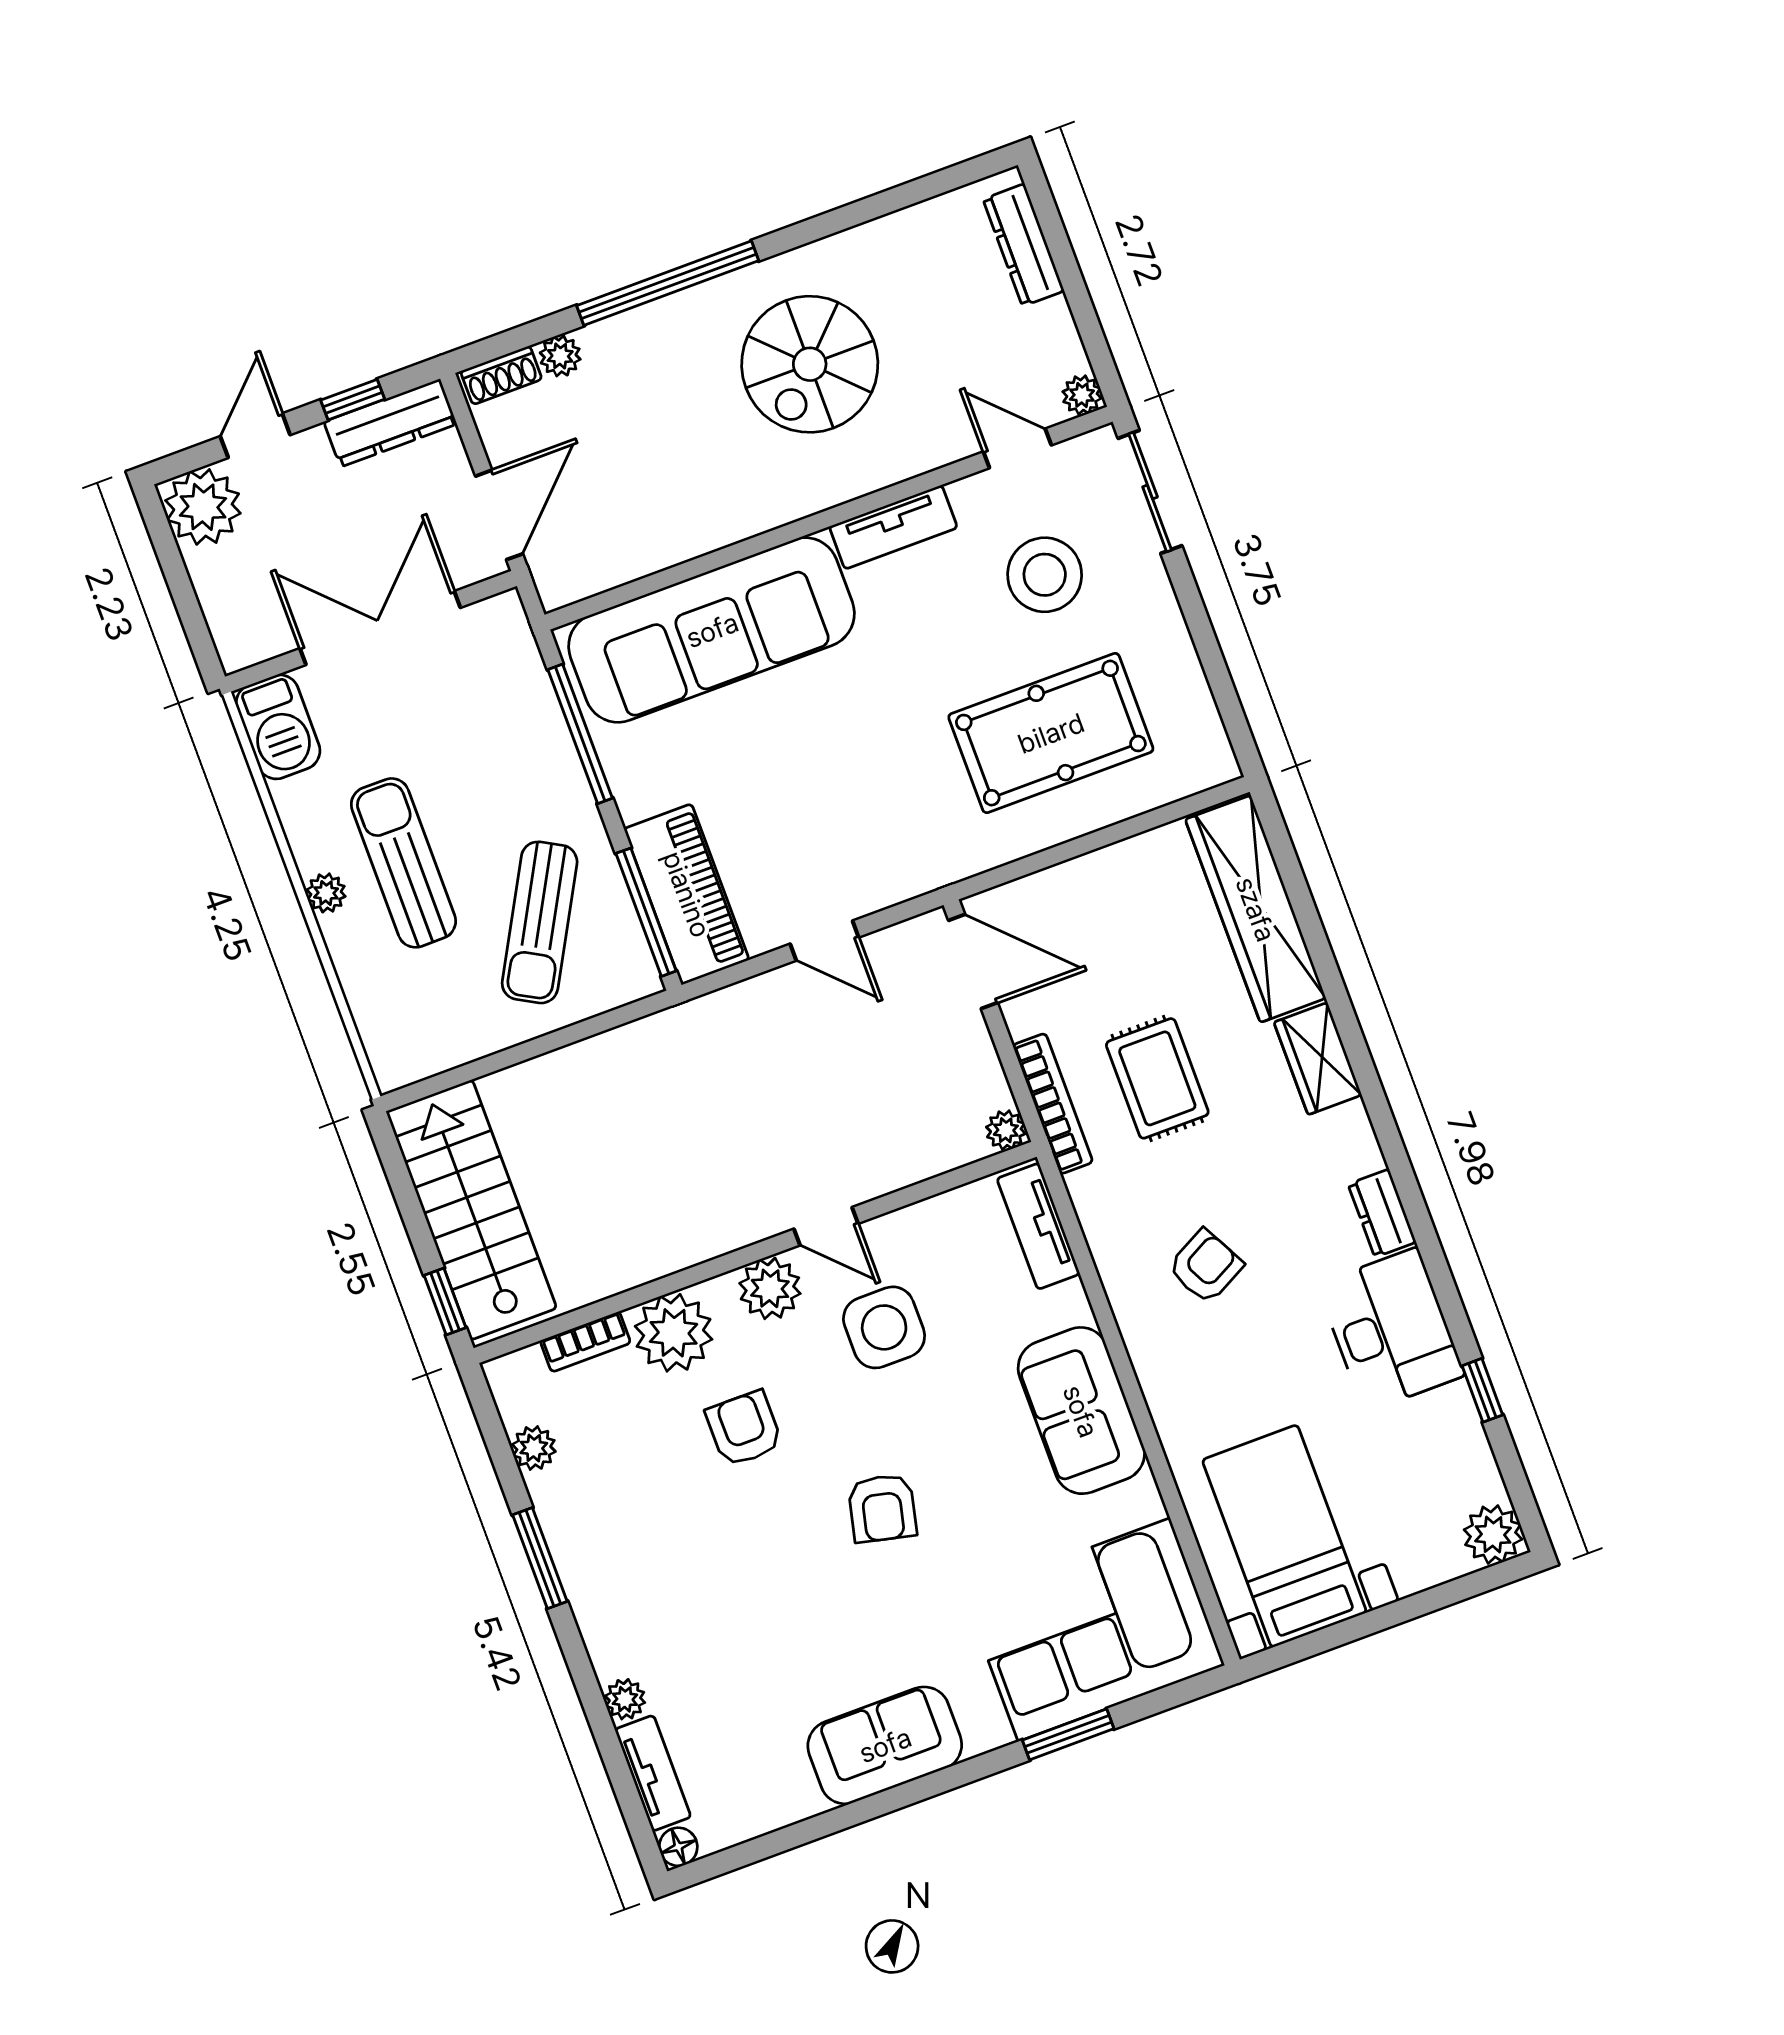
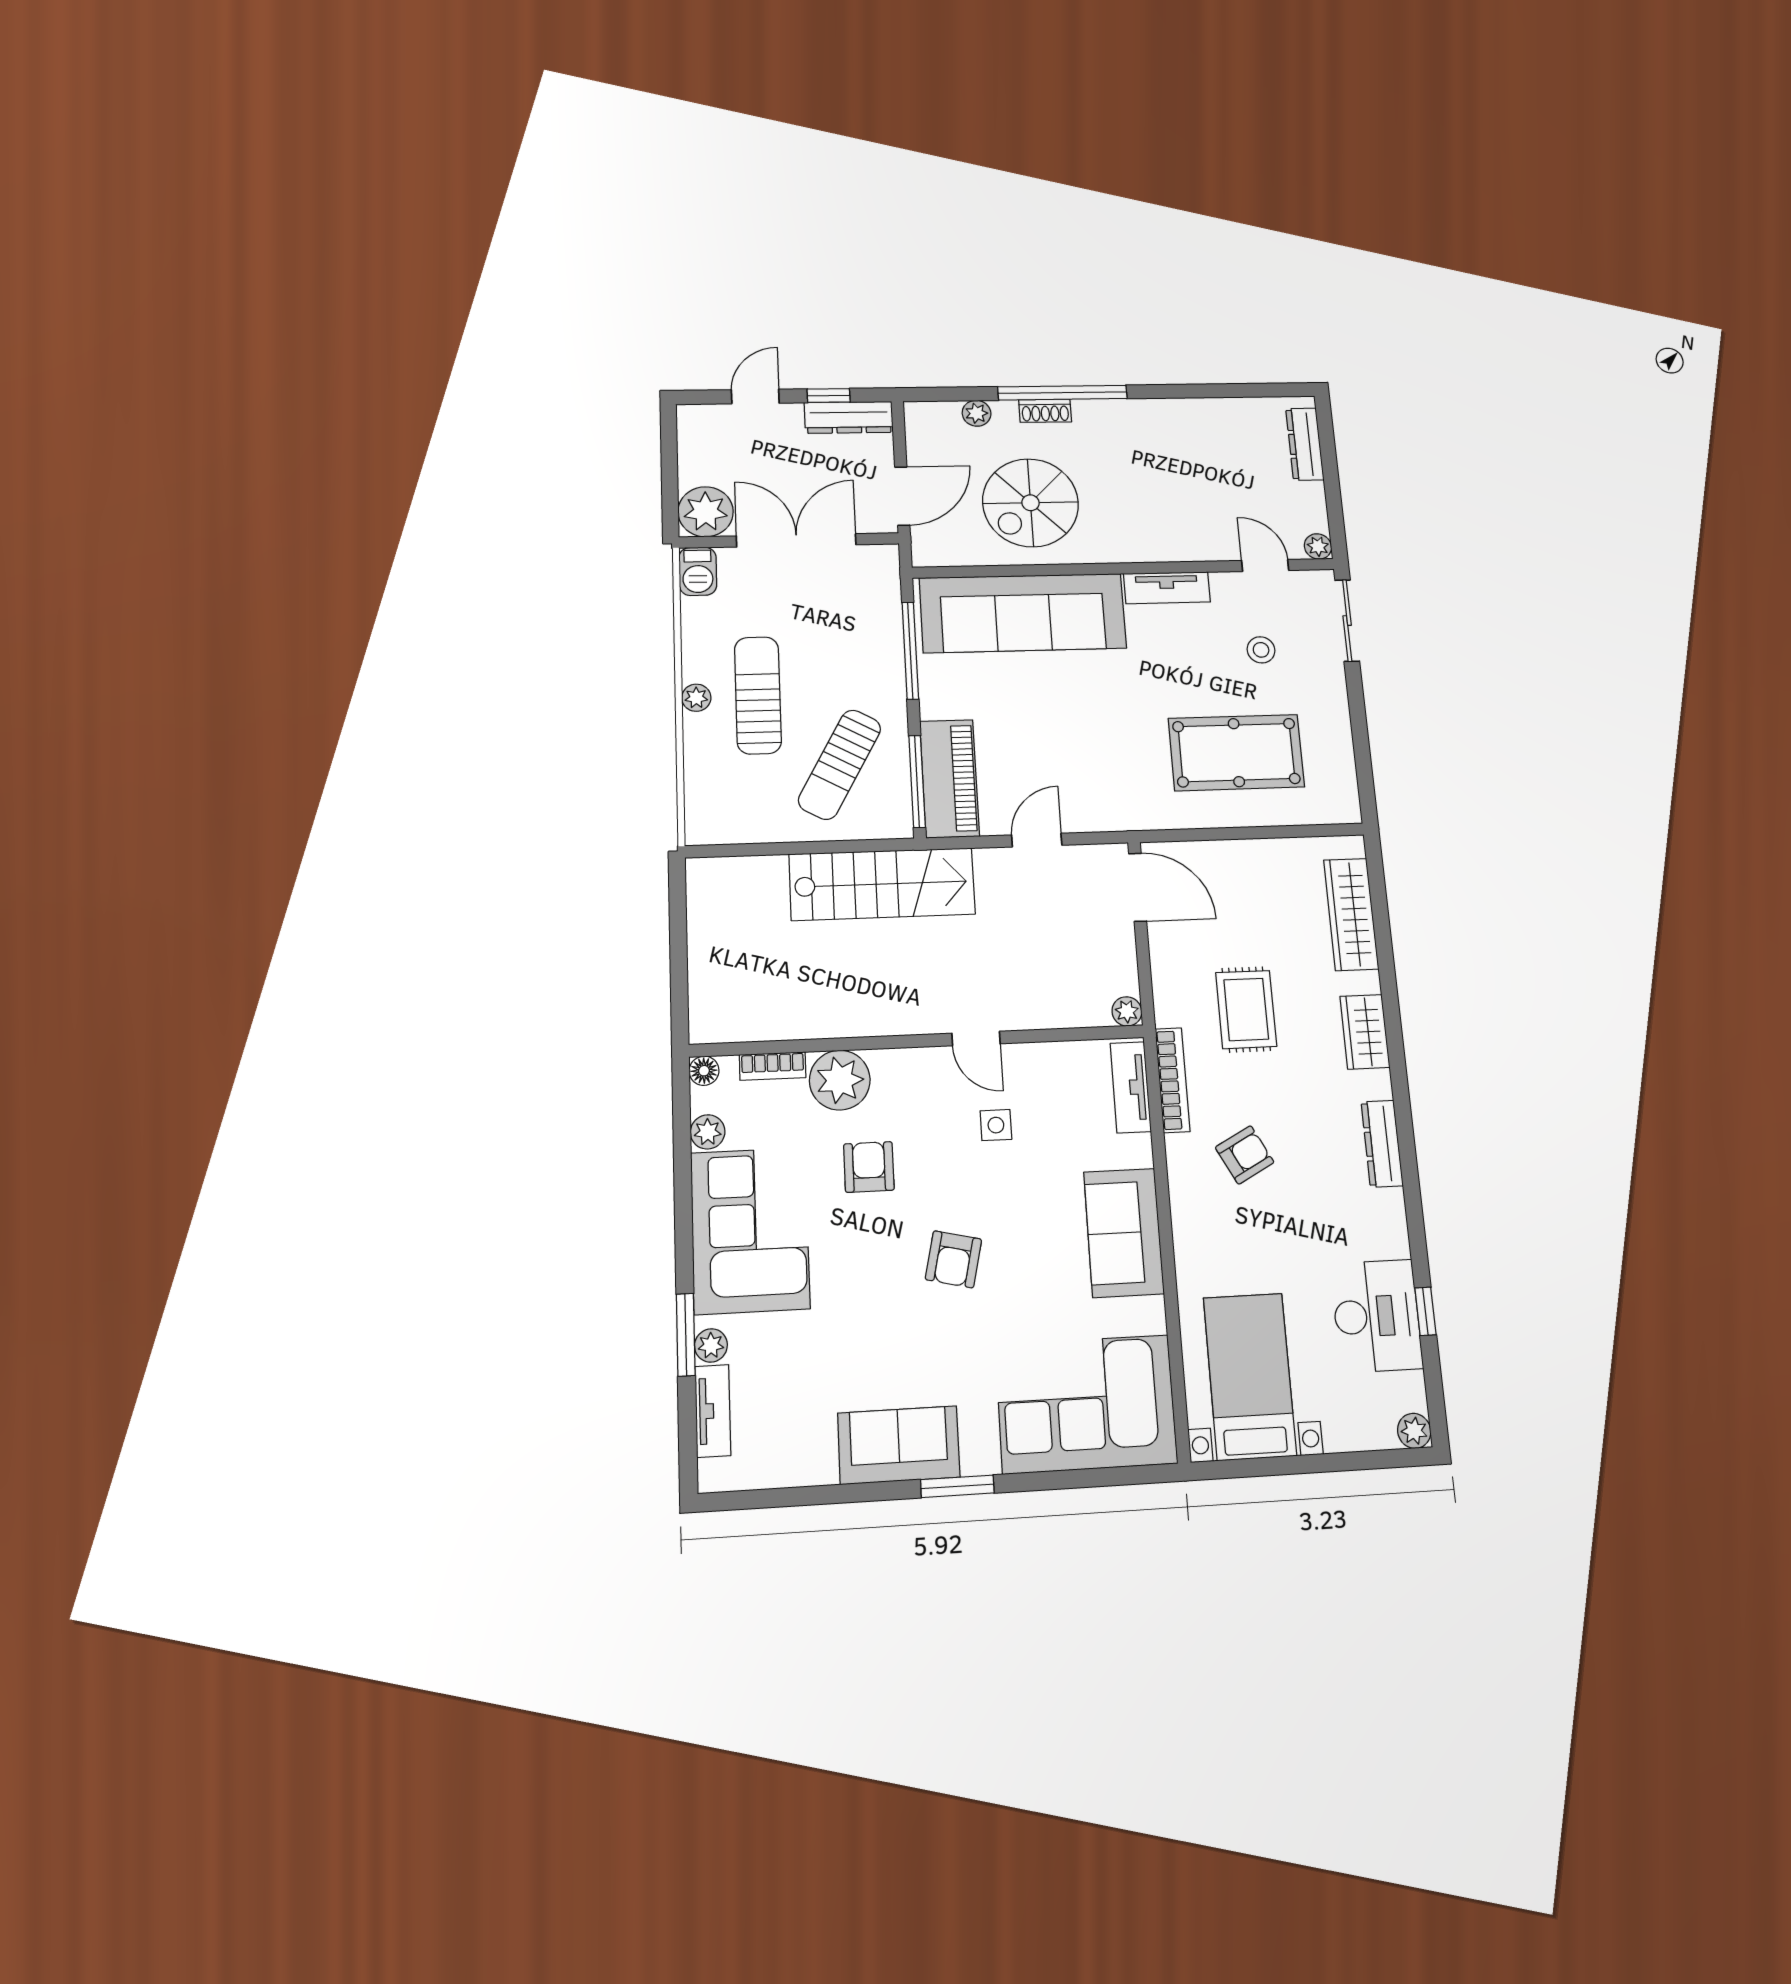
spiral stairs: (810, 364) -> (1030, 503), moved
shoe rack: (501, 375) -> (1045, 411), moved
plant: (203, 507) -> (706, 512), moved
stool: (1045, 575) -> (1261, 650), width x0.53, depth x0.53
barbecue: (278, 727) -> (698, 571), width x0.73, depth x0.79
wardrobe: (1256, 909) -> (1351, 914), width x0.71, depth x0.85
door: (824, 941) -> (1037, 840), swing flipped
bookcase: (1053, 1104) -> (1172, 1080), moved
stairs: (471, 1210) -> (882, 884), moved, turned 90
dresser: (1382, 1213) -> (1382, 1144), width x1.44
plant: (770, 1288) -> (921, 1070), removed
window: (445, 1302) -> (680, 1005), removed
side table: (884, 1327) -> (996, 1125), width x0.54, depth x0.54
desk: (1391, 1330) -> (1376, 1316), moved
plant: (1493, 1535) -> (1414, 1431), width x0.73, depth x0.73
corner sofa: (625, 1550) -> (750, 1230), added
window: (540, 1558) -> (686, 1335), moved
window: (1068, 1734) -> (957, 1486), moved
floor lamp: (678, 1847) -> (704, 1071), moved

